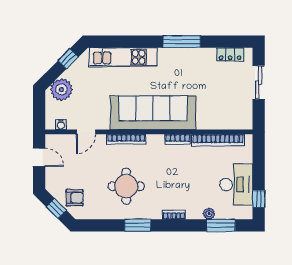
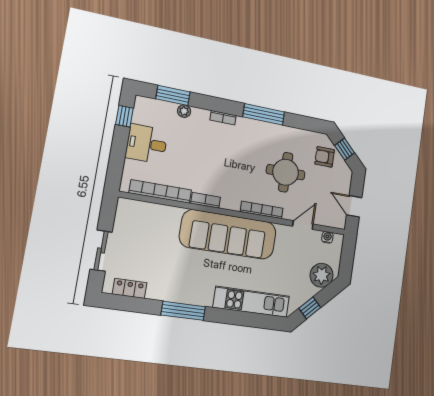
desk: (236, 185) -> (147, 144), width x0.73
round table: (126, 186) -> (286, 172), moved
window: (138, 225) -> (264, 114), width x1.44

